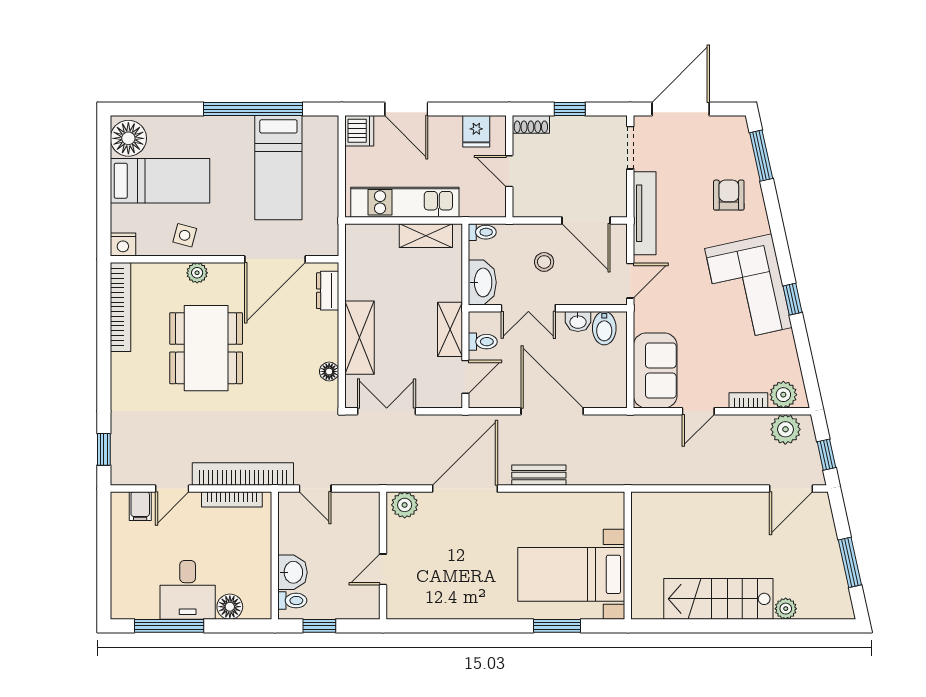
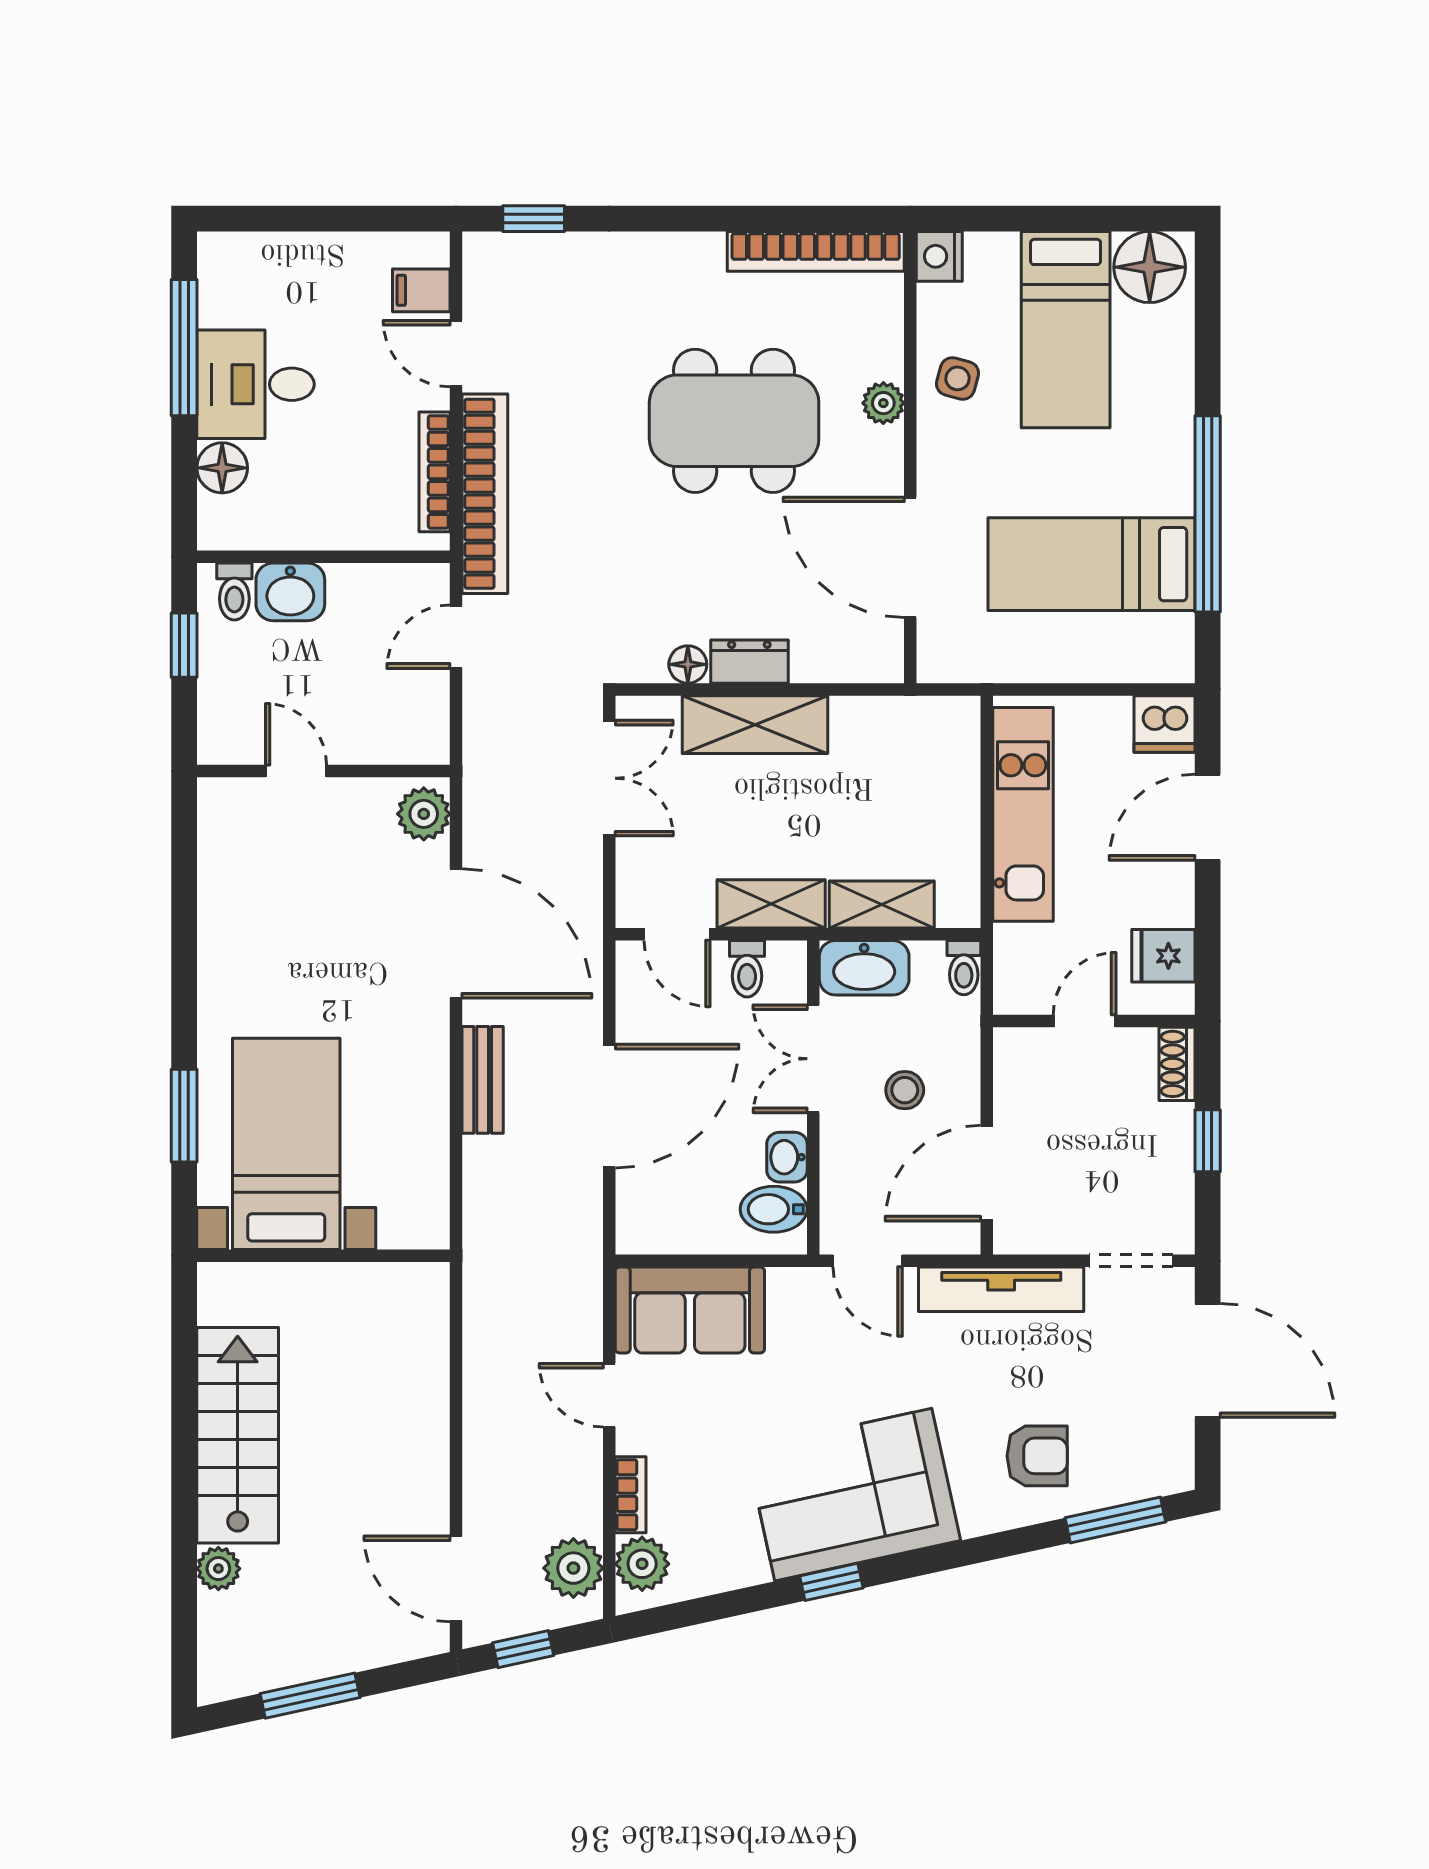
shelving: (426, 236) -> (882, 905), moved, turned 90
dresser: (328, 291) -> (749, 662), moved

